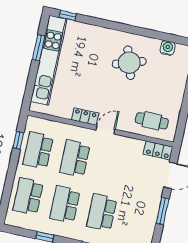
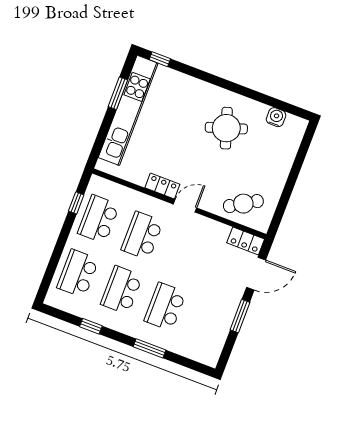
cafe table: (152, 121) -> (243, 204), turned -31

